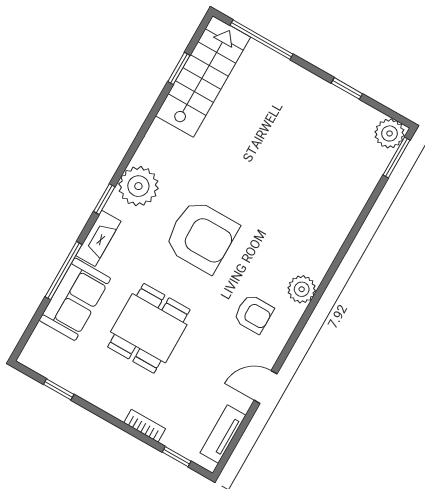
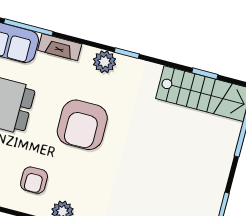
plant: (138, 186) -> (105, 62), width x0.73, depth x0.73
window: (104, 199) -> (127, 53), moved

